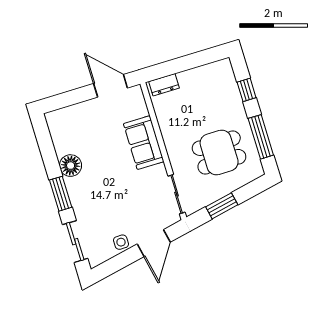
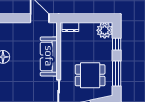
plant: (220, 74) -> (105, 30), added
sofa: (144, 143) -> (49, 56), width x1.36

